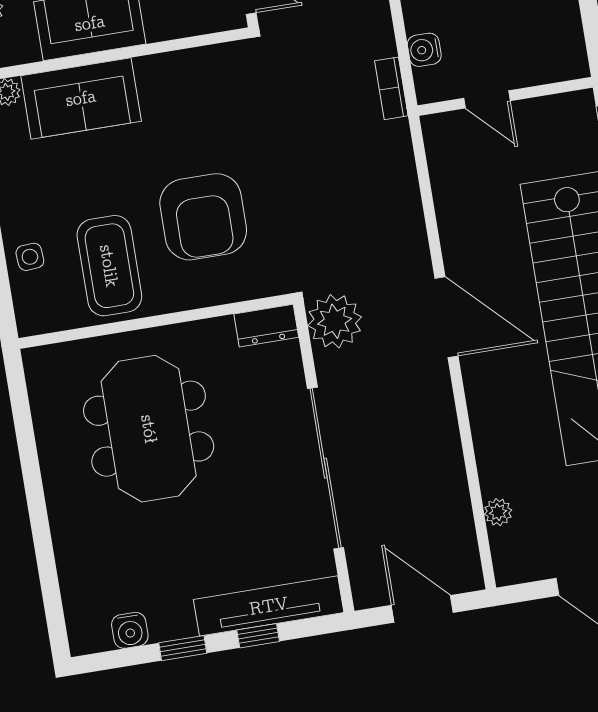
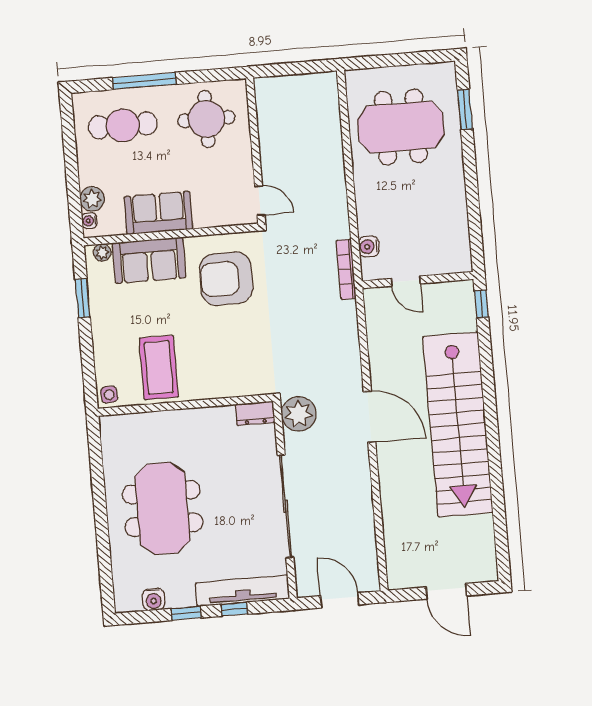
bookcase: (391, 88) -> (346, 269), width x1.56
armchair: (203, 217) -> (226, 279), moved, turned 90
side table: (30, 257) -> (109, 395), moved
meeting table: (149, 429) -> (162, 508), moved
plant: (498, 512) -> (392, 543), removed

